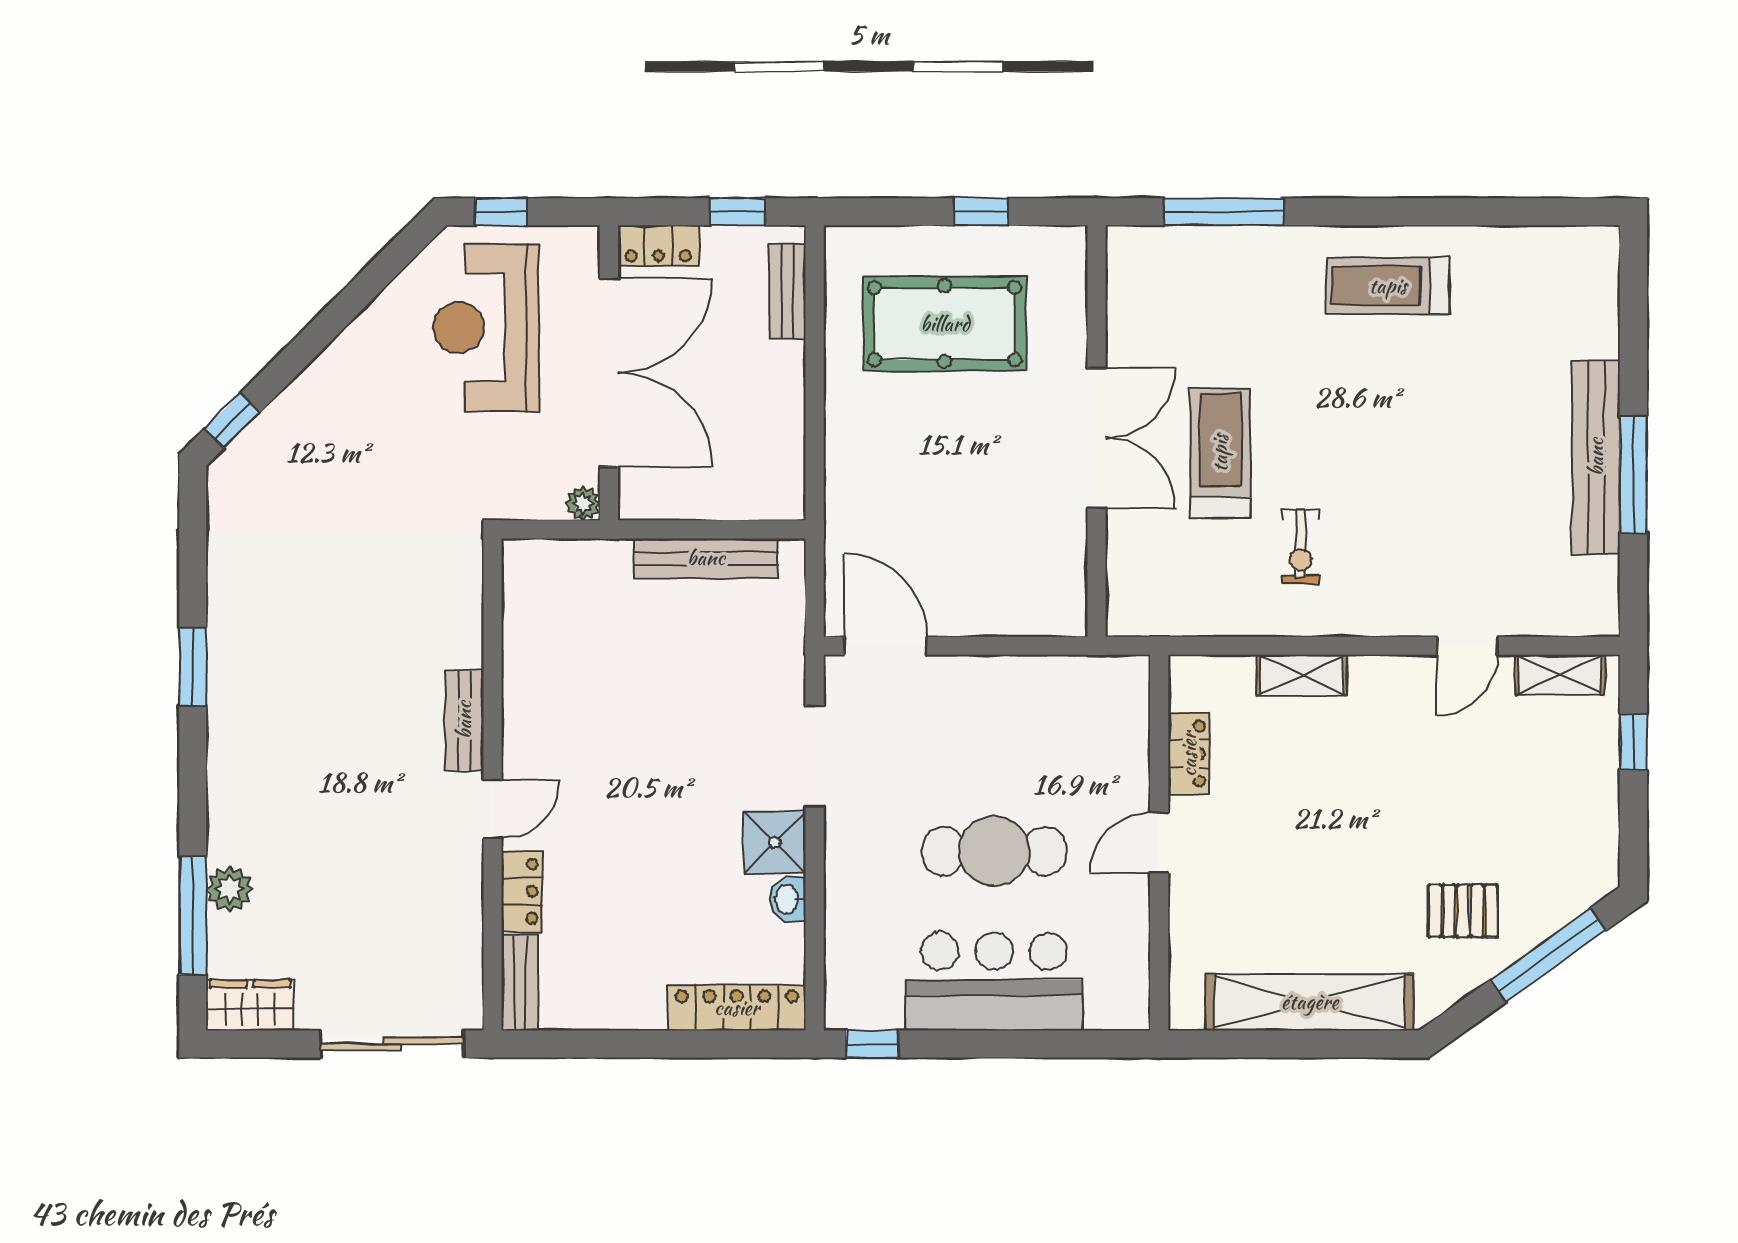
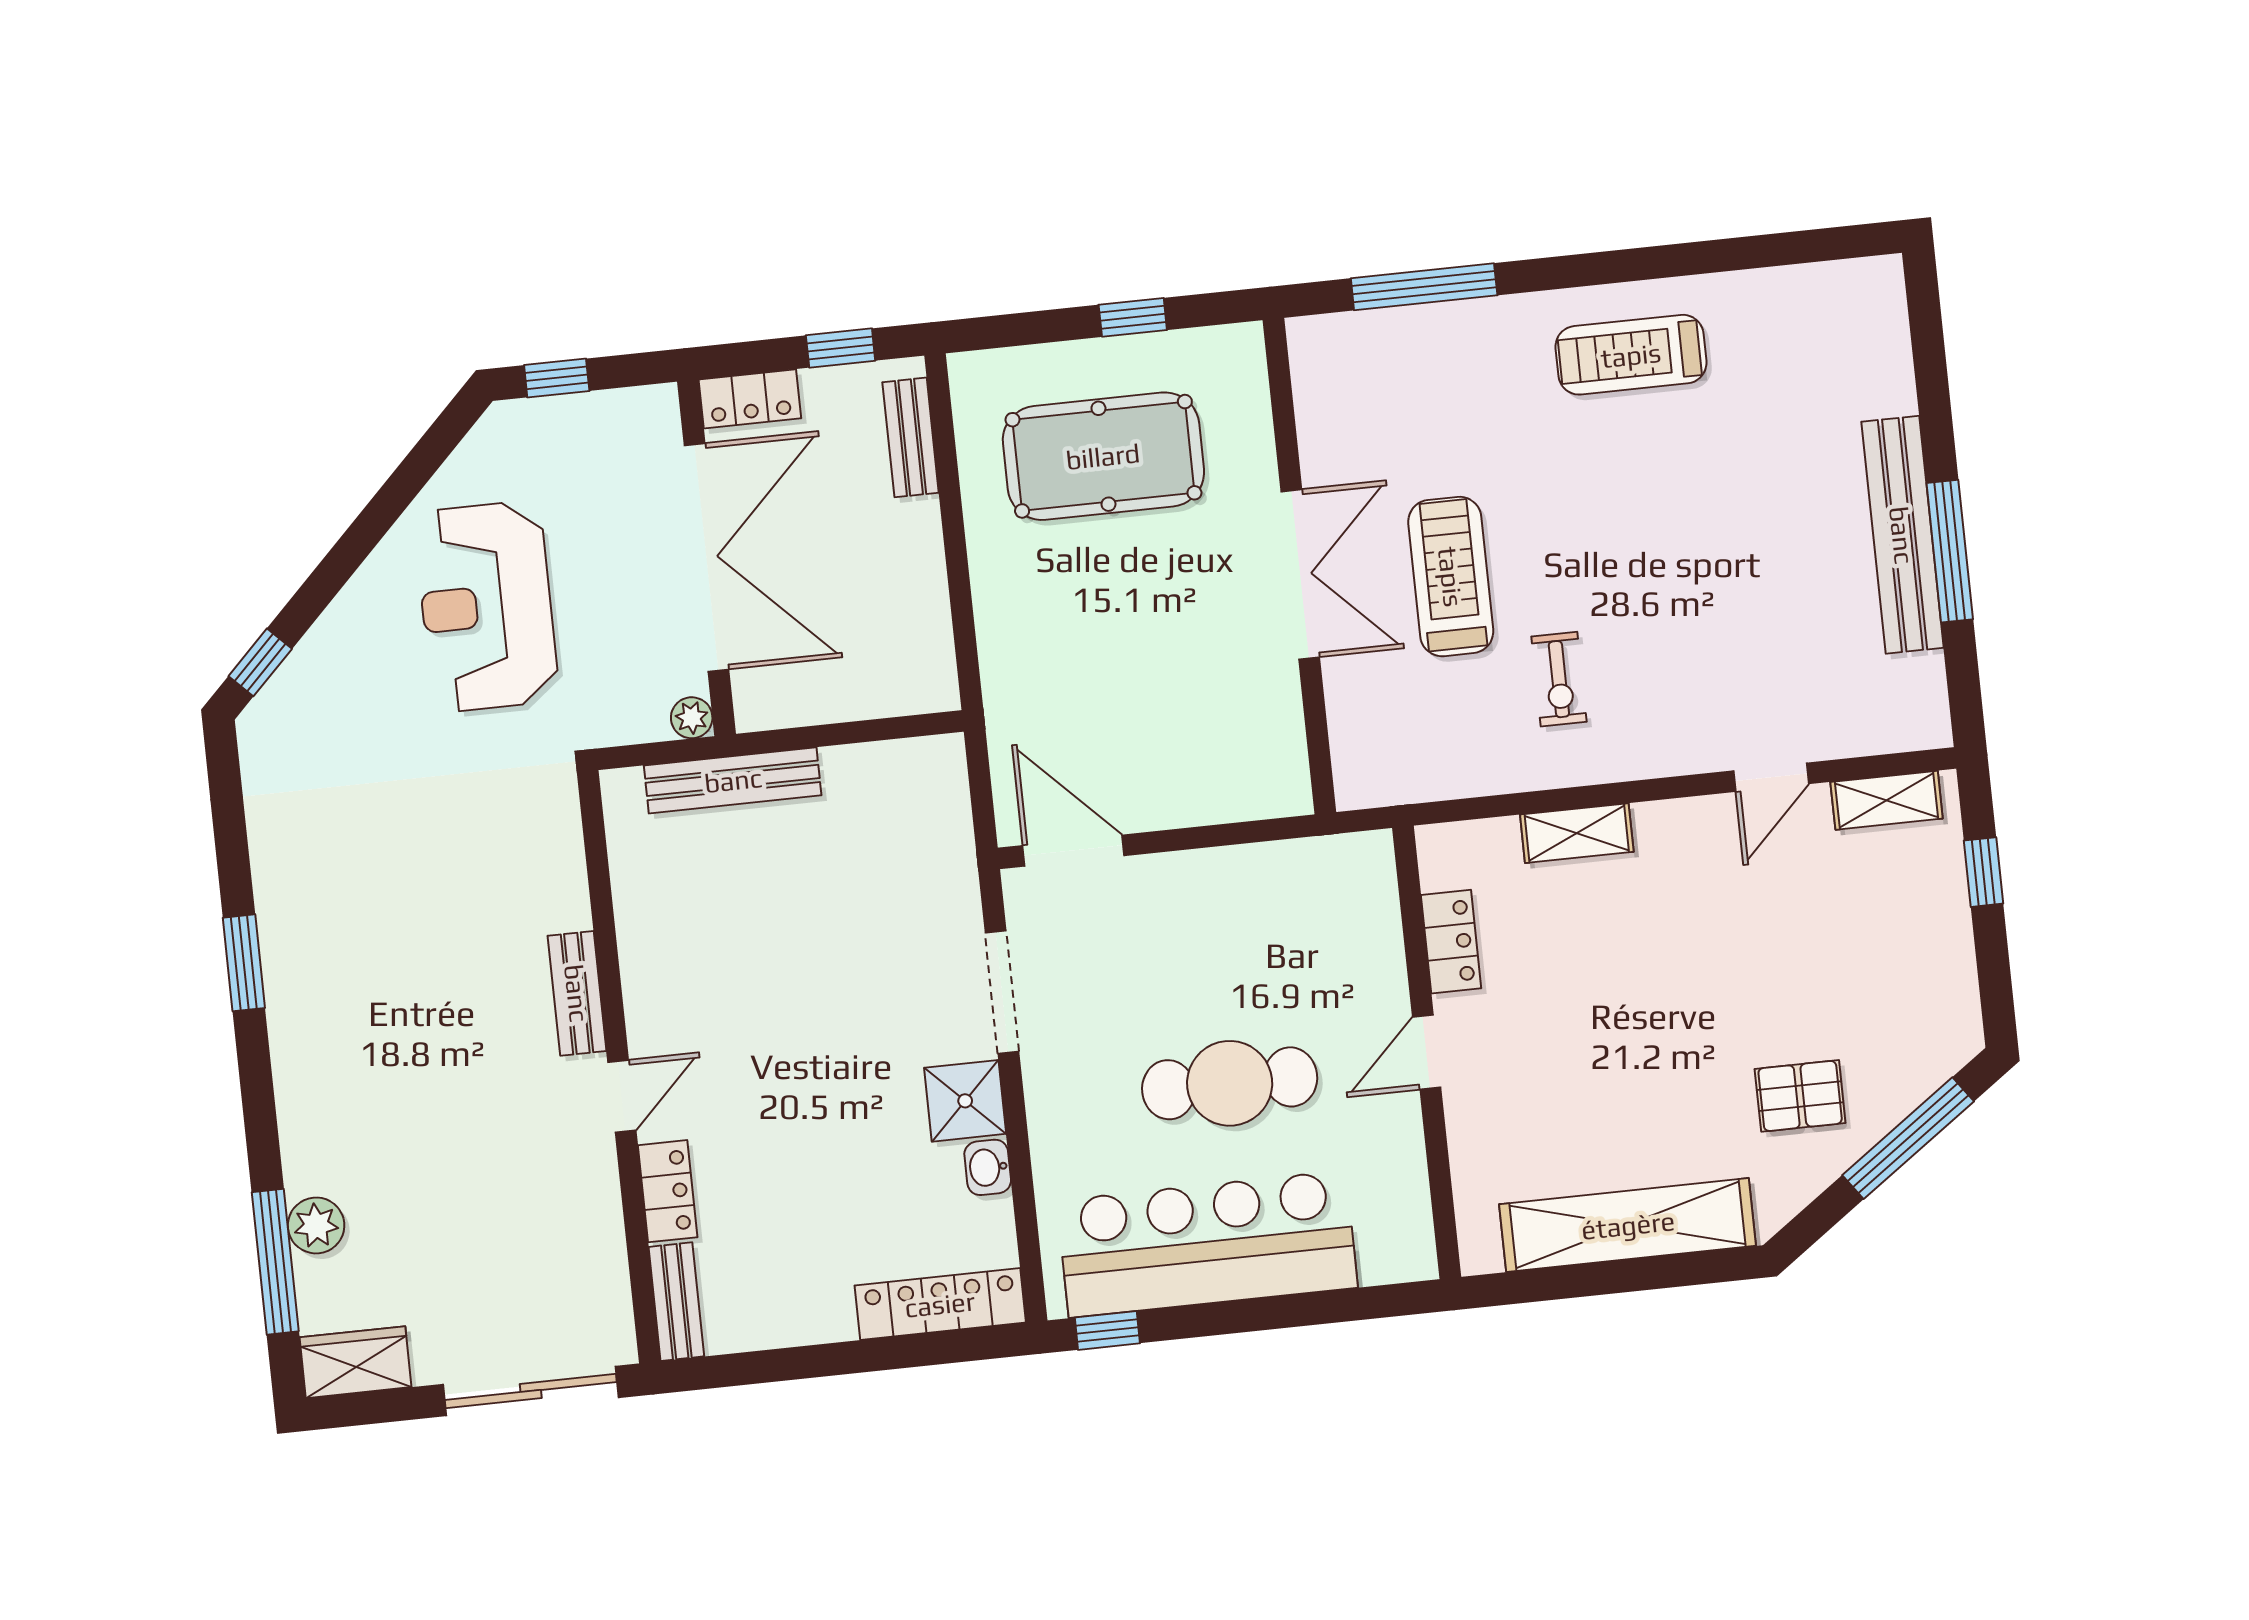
reception desk: (486, 328) -> (487, 606), moved
bench: (706, 558) -> (733, 780), moved
bar counter: (994, 981) -> (1207, 1244), width x1.36

